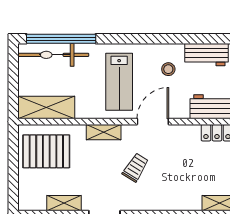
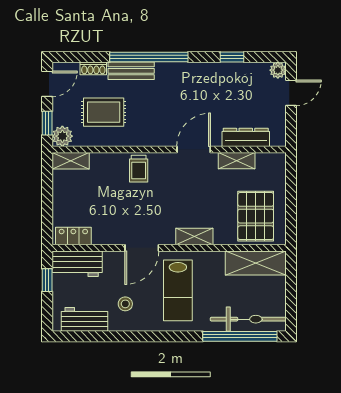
lab bench: (119, 82) -> (178, 290), turned 180
pallet: (46, 151) -> (256, 216), turned 90
trolley: (135, 167) -> (139, 169), moved, turned -32

